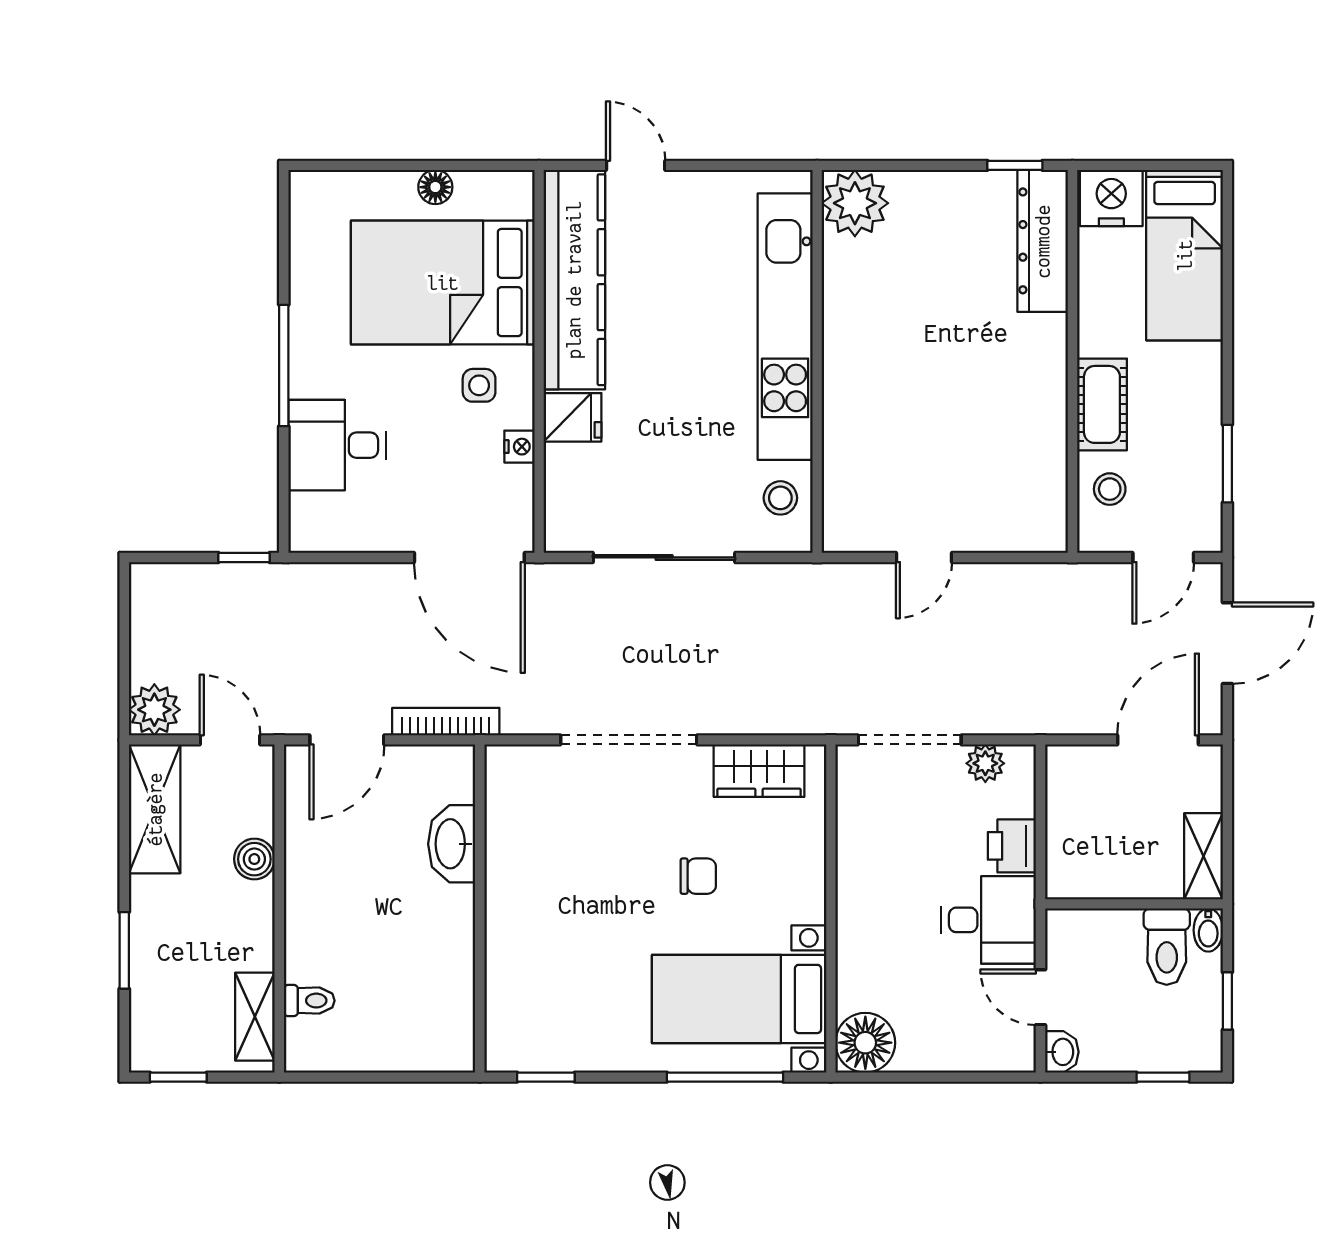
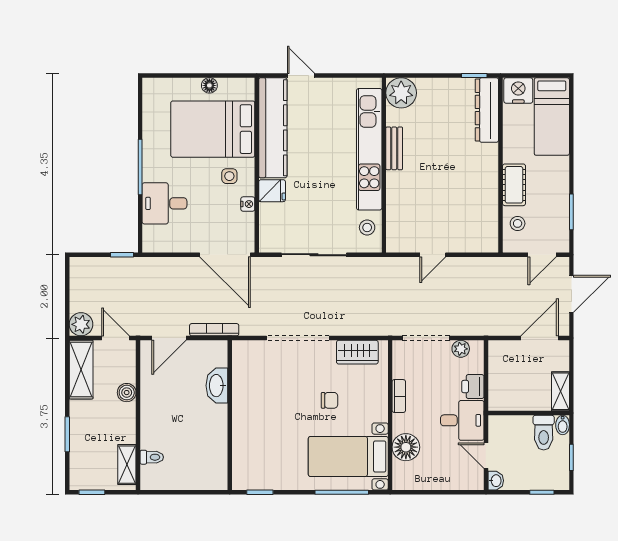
bench: (840, 325) -> (394, 148), added
bookcase: (850, 867) -> (399, 396), added
floor lamp: (865, 1043) -> (406, 447), moved

